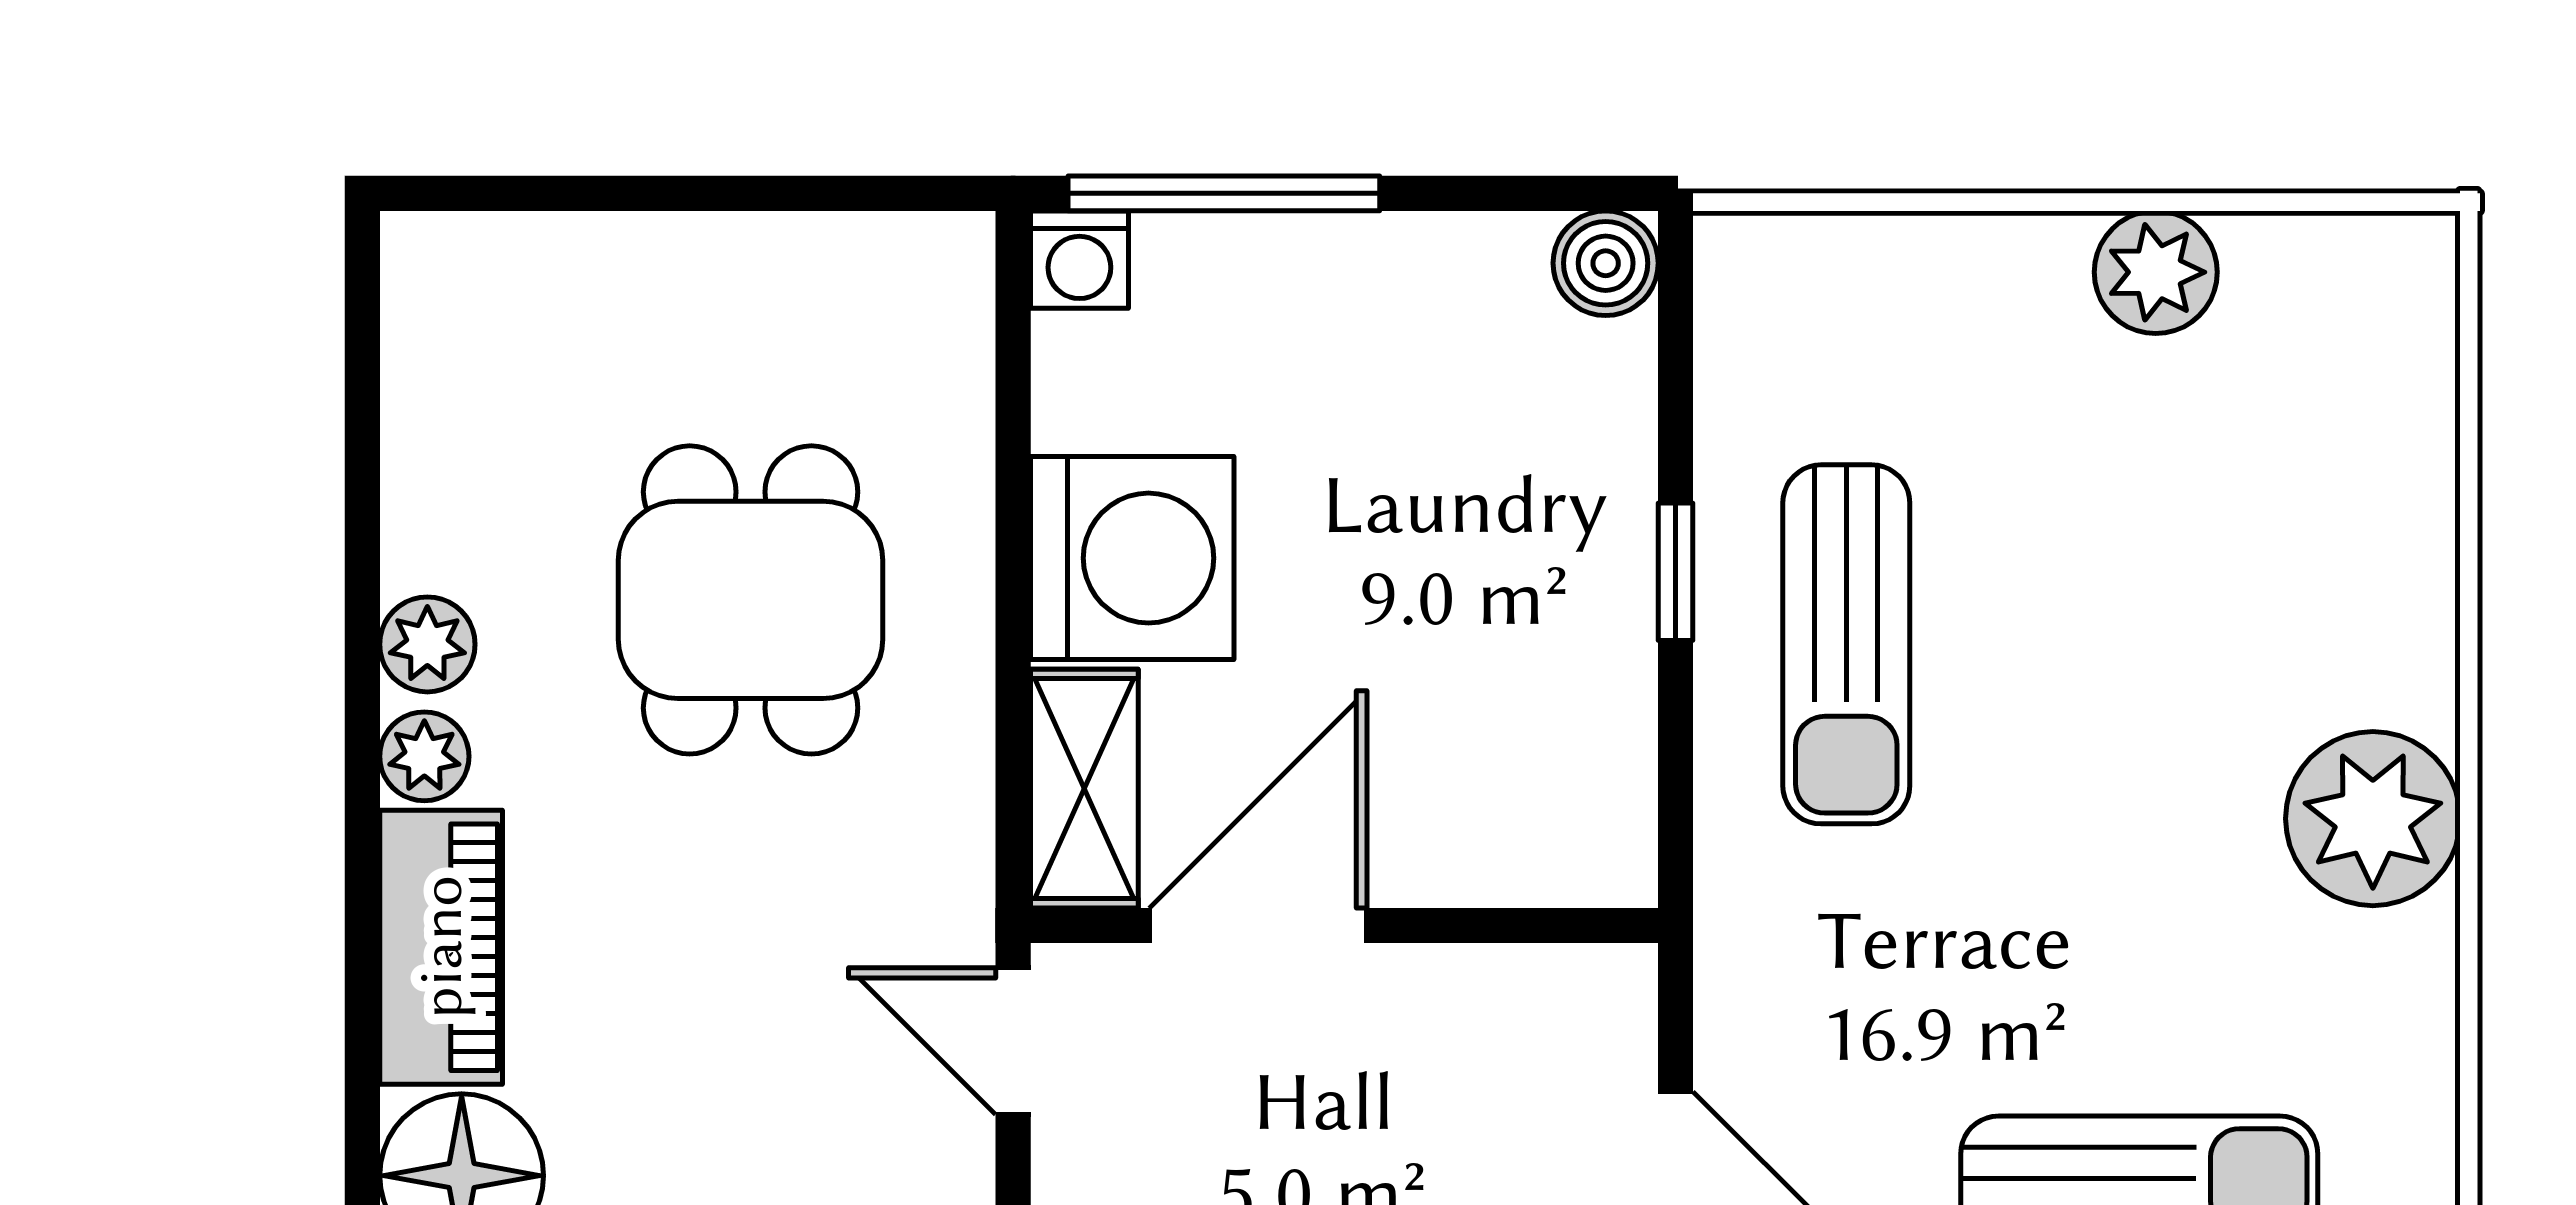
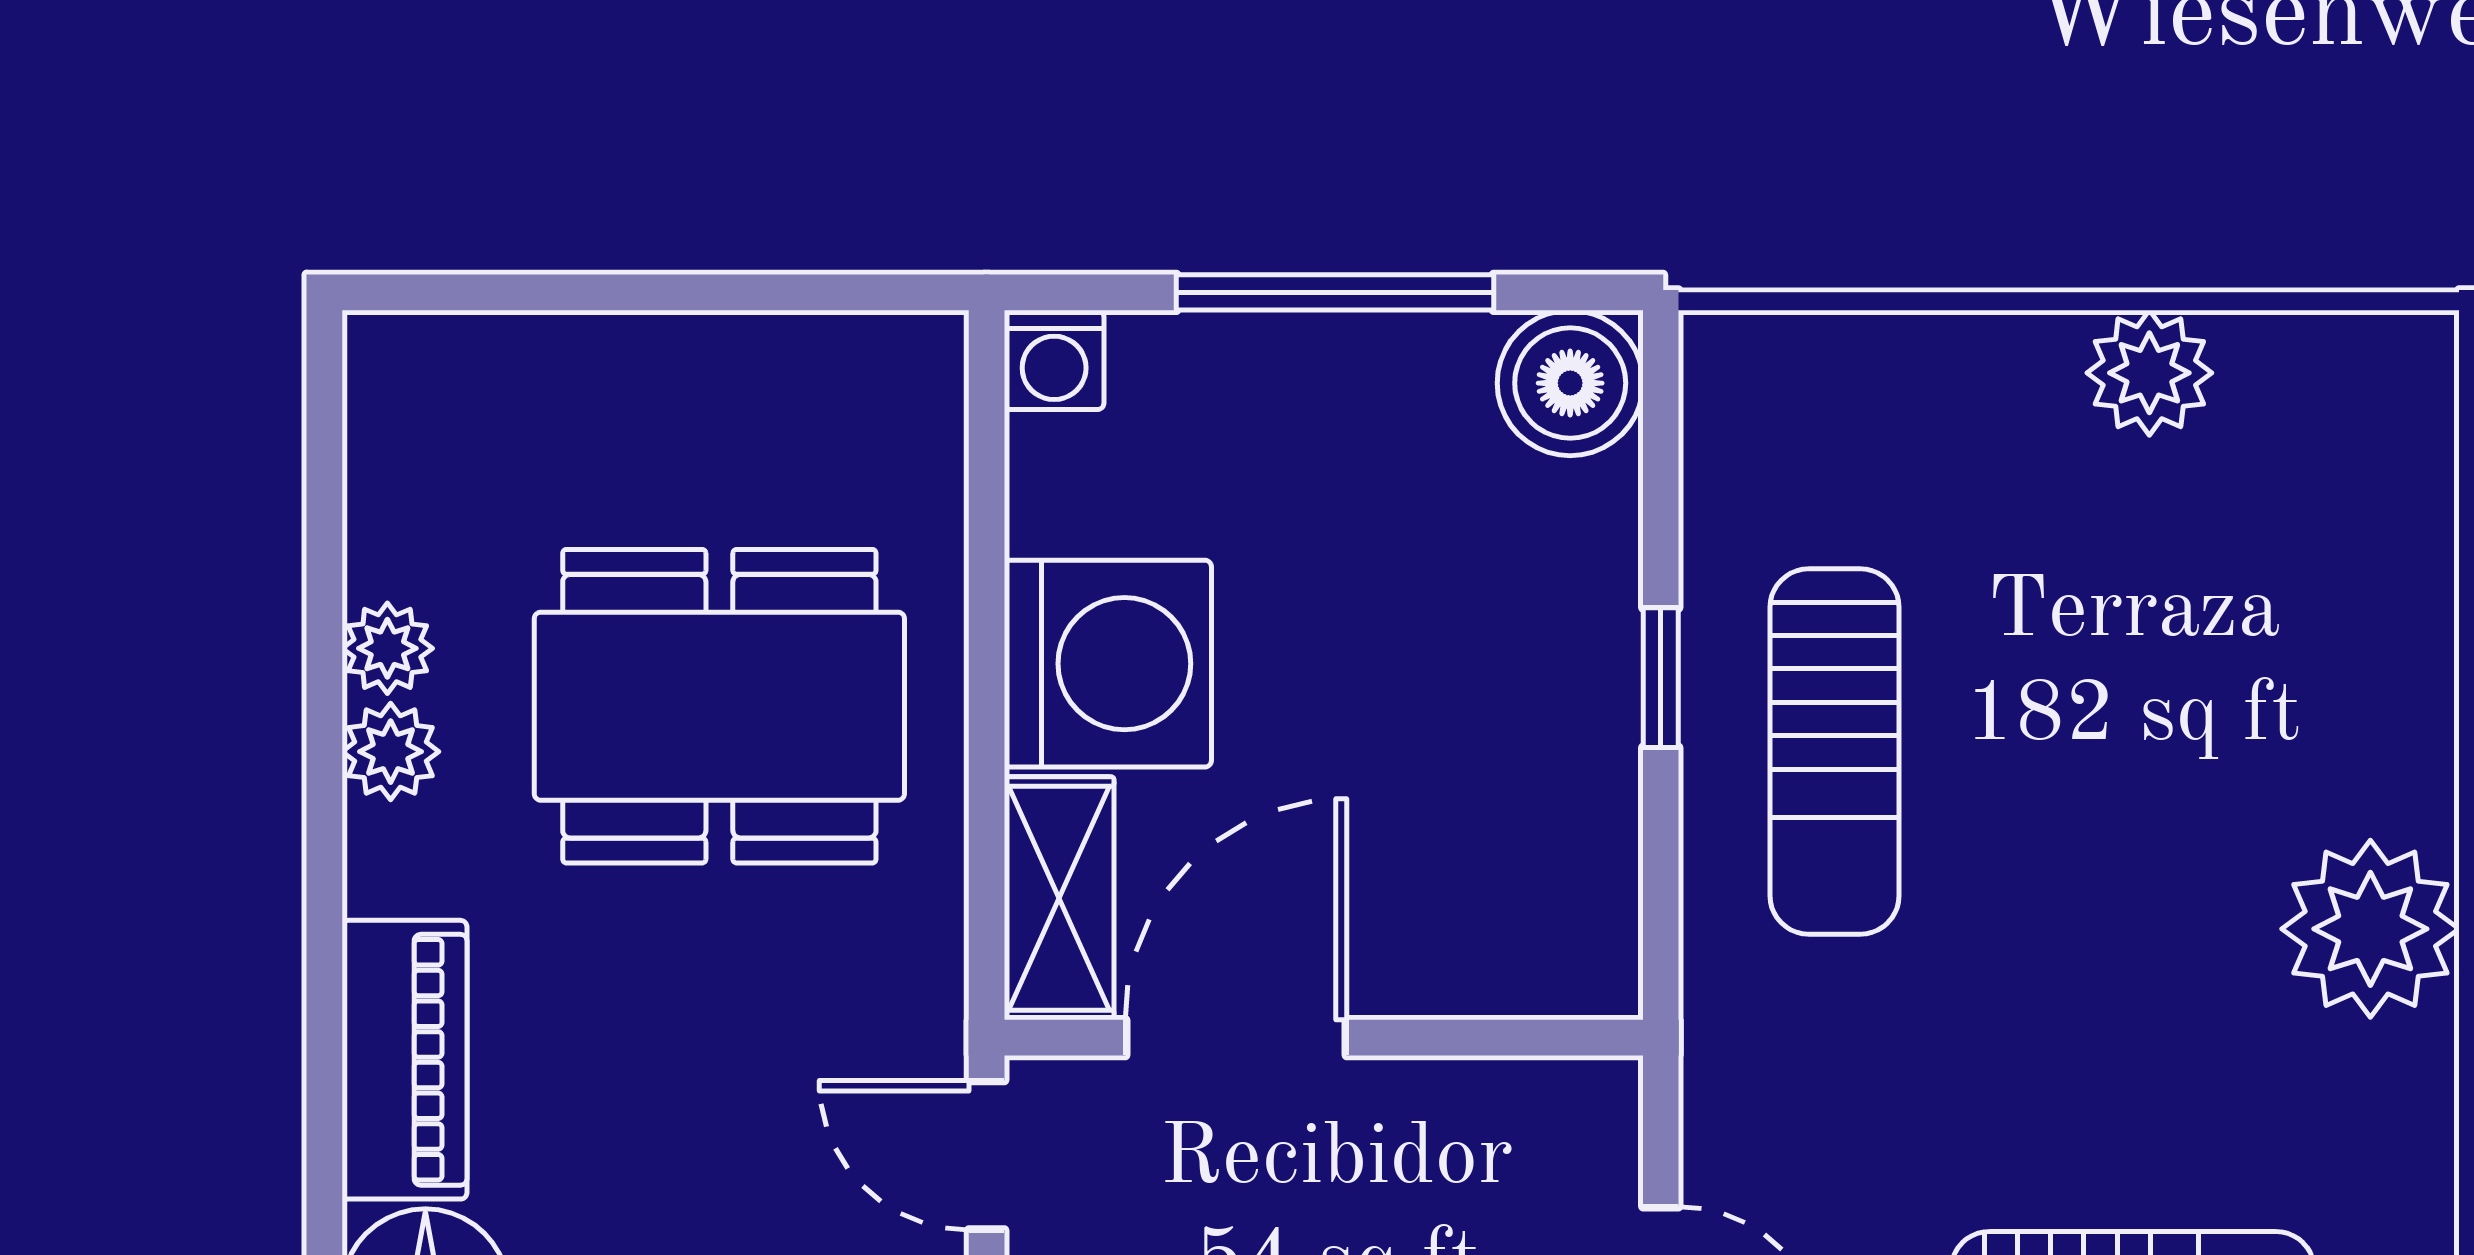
window: (1224, 193) -> (1335, 292), moved
boiler: (1606, 263) -> (1570, 383), width x1.36, depth x1.36
dining table: (751, 600) -> (719, 706), width x1.38
plant: (424, 756) -> (387, 648), moved

